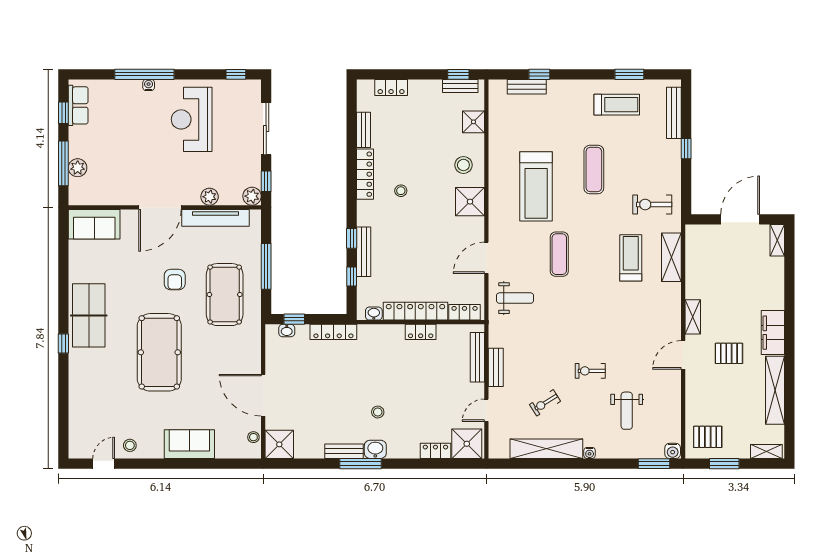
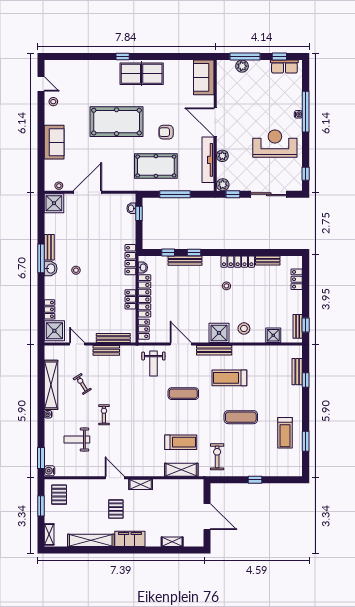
bench: (674, 113) -> (214, 350), moved
treadmill: (536, 186) -> (229, 378), width x0.73, depth x0.73
shelving: (777, 240) -> (172, 542), moved
locker: (333, 332) -> (130, 260), moved

